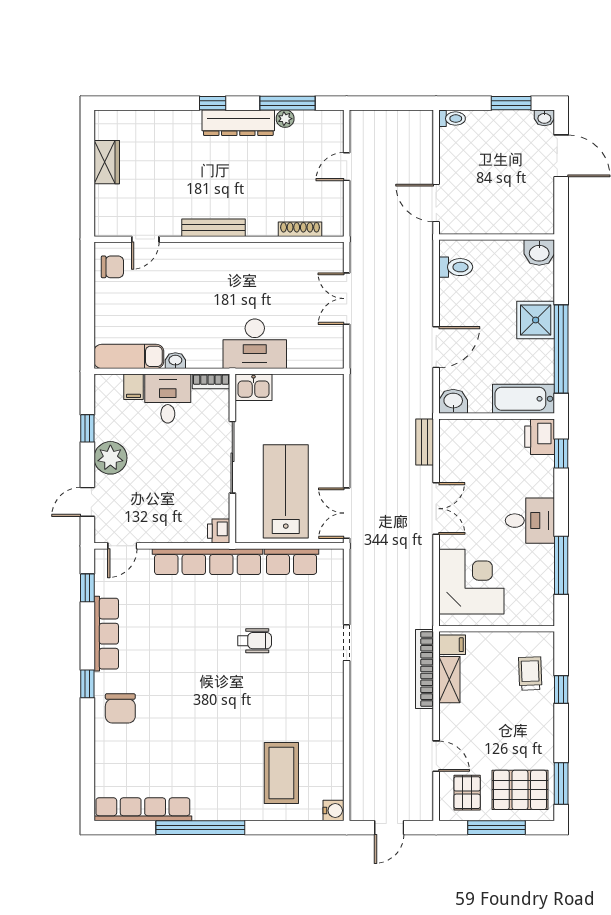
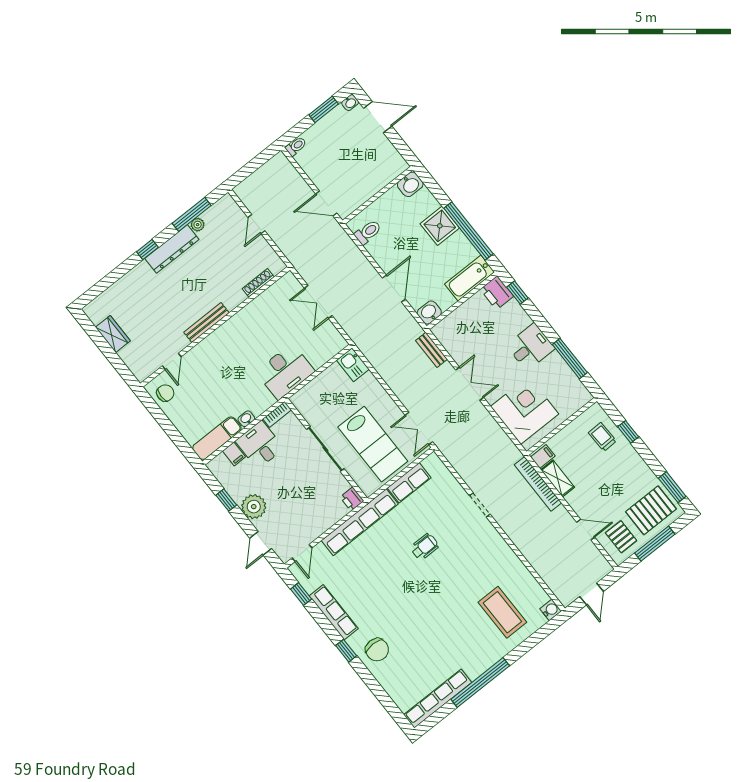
kitchen sink: (254, 387) -> (353, 365), moved, turned 90
lab bench: (286, 491) -> (373, 444), turned 180

